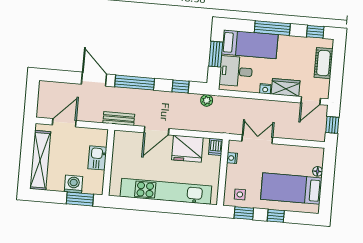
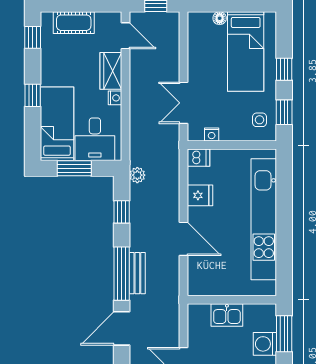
window: (272, 28) -> (33, 95), width x0.46
bench: (119, 119) -> (137, 273), moved
fridge: (187, 149) -> (200, 195), width x0.53, depth x0.75

